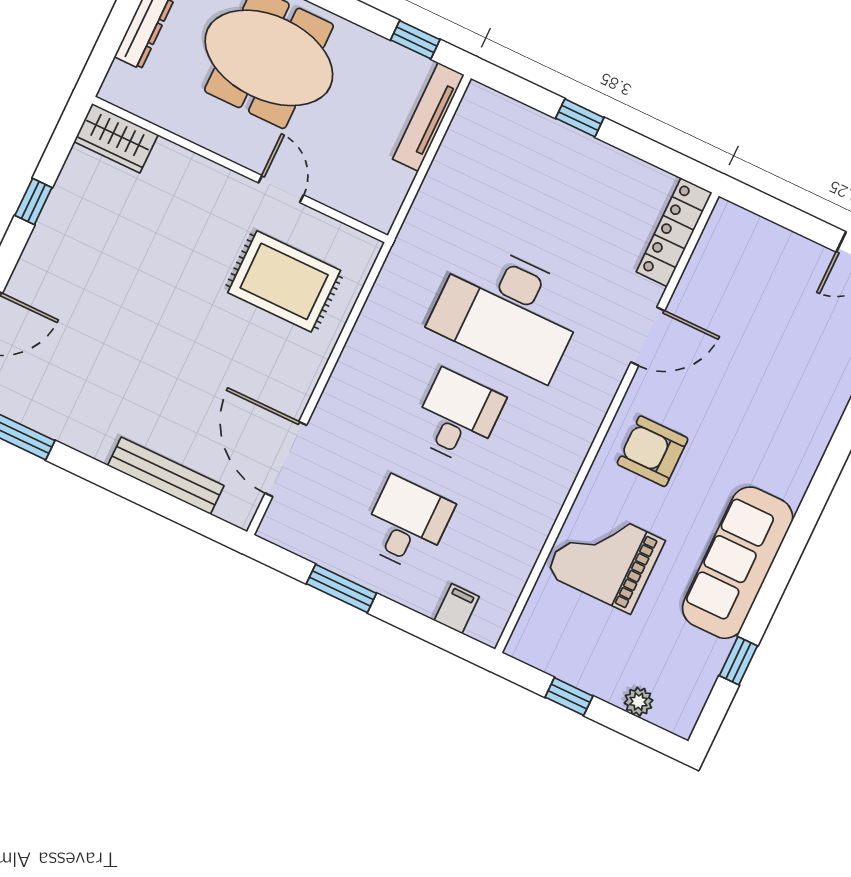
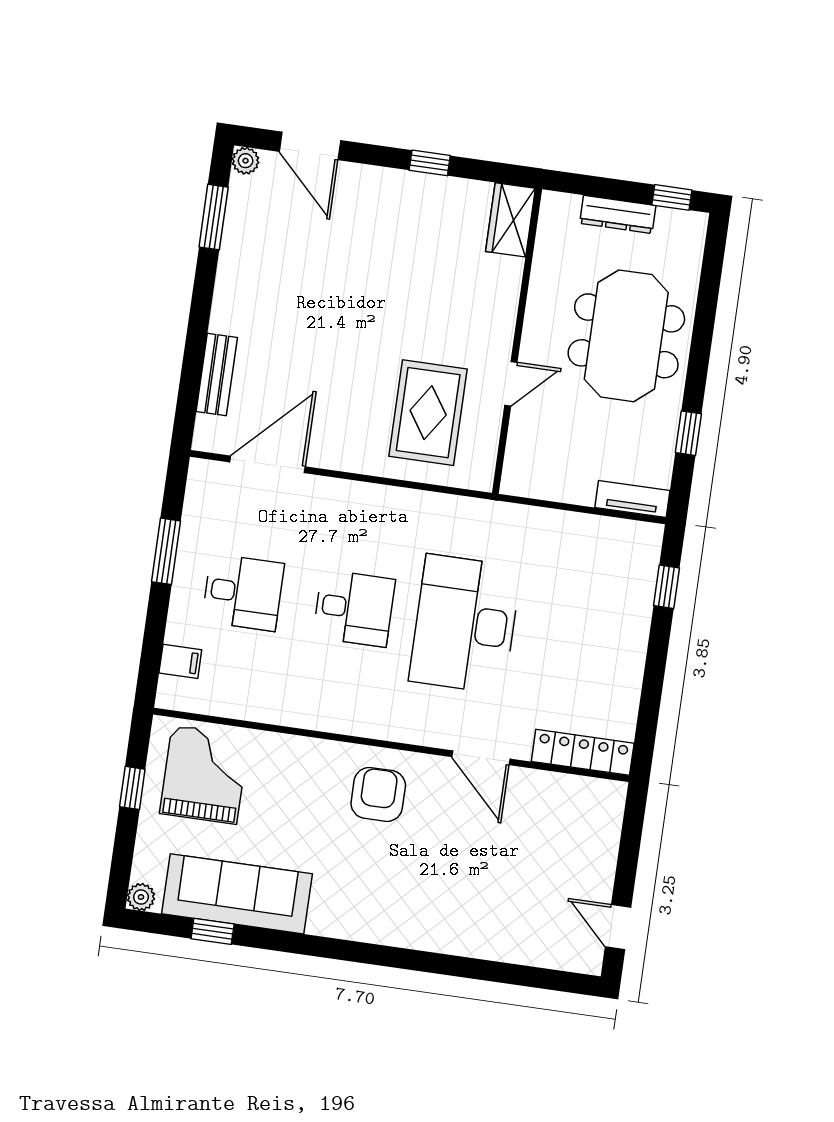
window: (415, 40) -> (688, 433), moved
tv unit: (428, 117) -> (632, 499), width x0.71
window: (580, 118) -> (666, 587), moved
bench: (166, 476) -> (217, 375), width x0.73
grand piano: (605, 557) -> (204, 775), moved
sofa: (738, 563) -> (237, 894), moved
plant: (638, 702) -> (141, 897), moved

